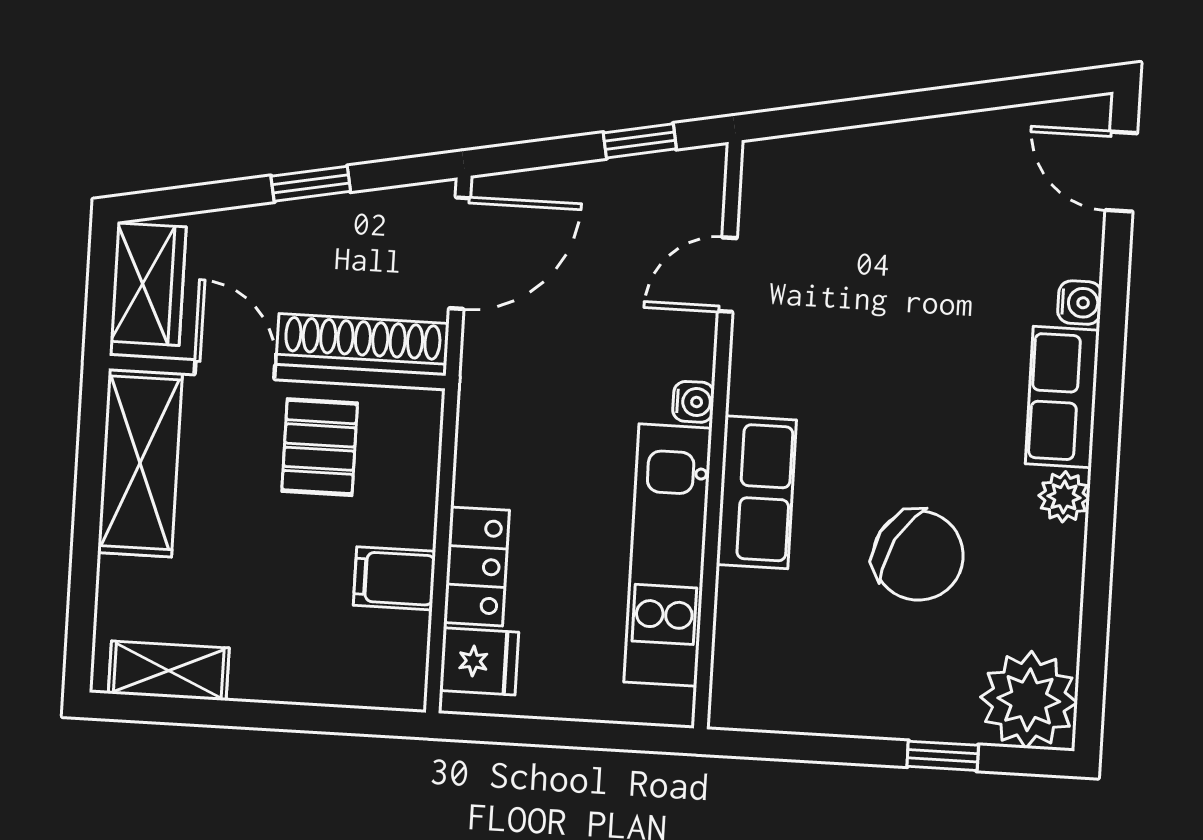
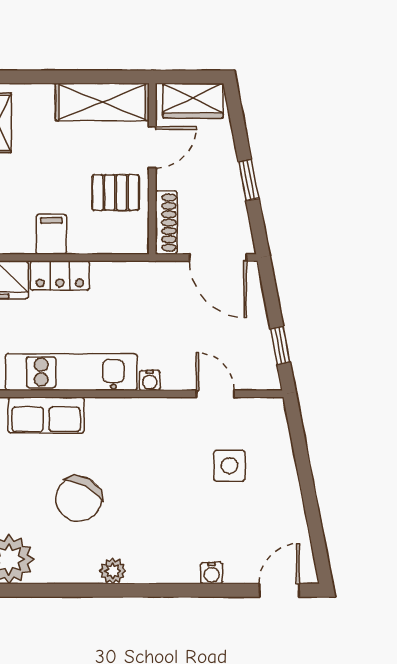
side table: (870, 255) -> (229, 466), added
shoe rack: (363, 345) -> (166, 223), width x0.74, depth x0.81
row of seats: (1062, 397) -> (163, 567), removed
row of seats: (756, 492) -> (46, 415), moved

